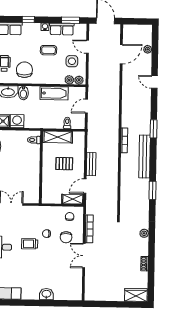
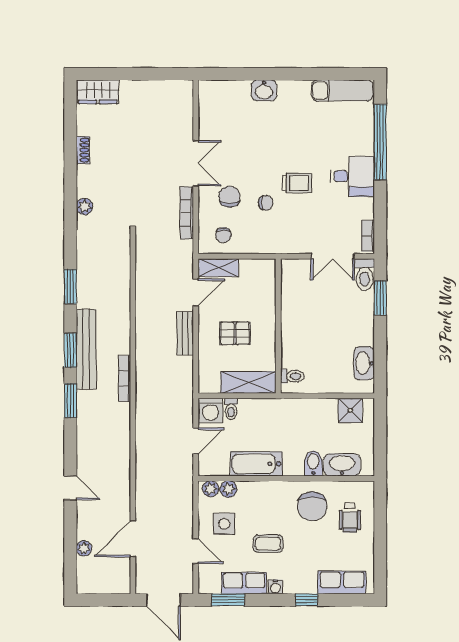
washing machine: (17, 121) -> (210, 411), moved
window: (153, 156) -> (70, 350), added

